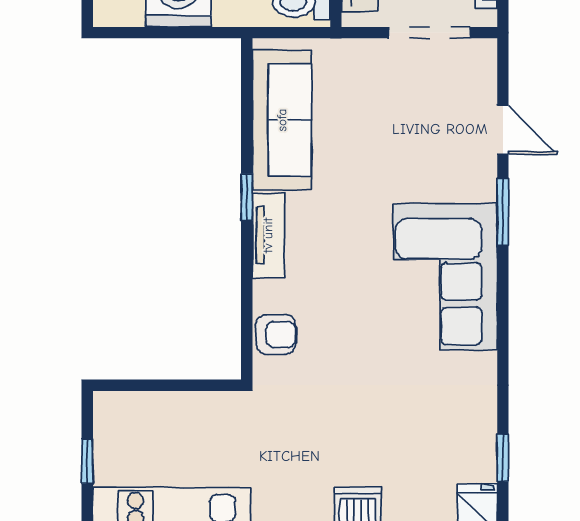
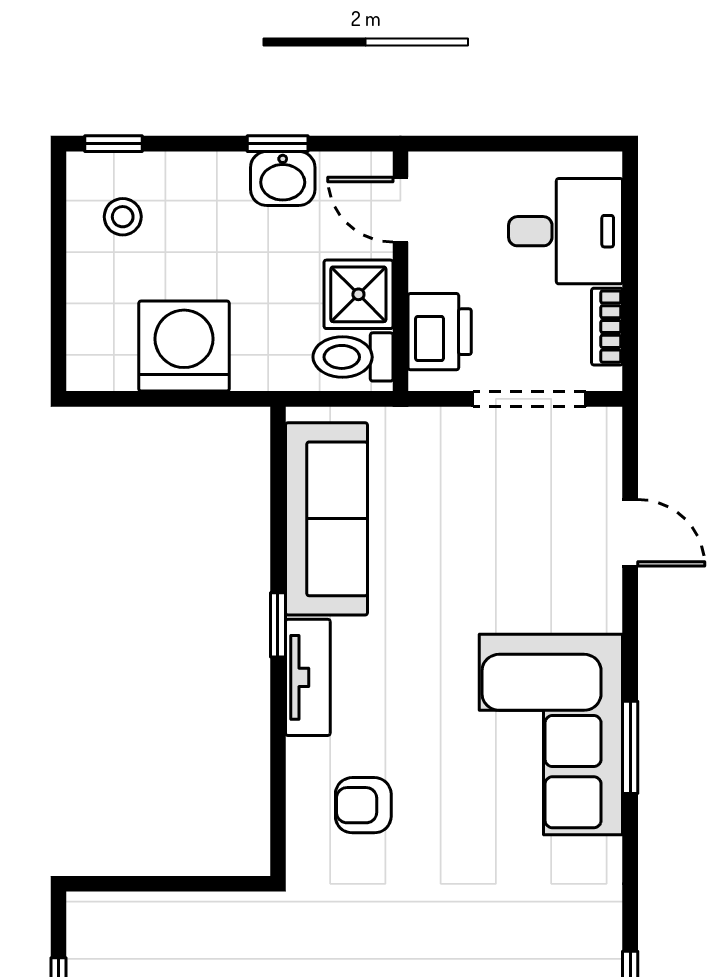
window: (503, 212) -> (630, 747), moved
armchair: (276, 334) -> (363, 805), moved, turned 180

